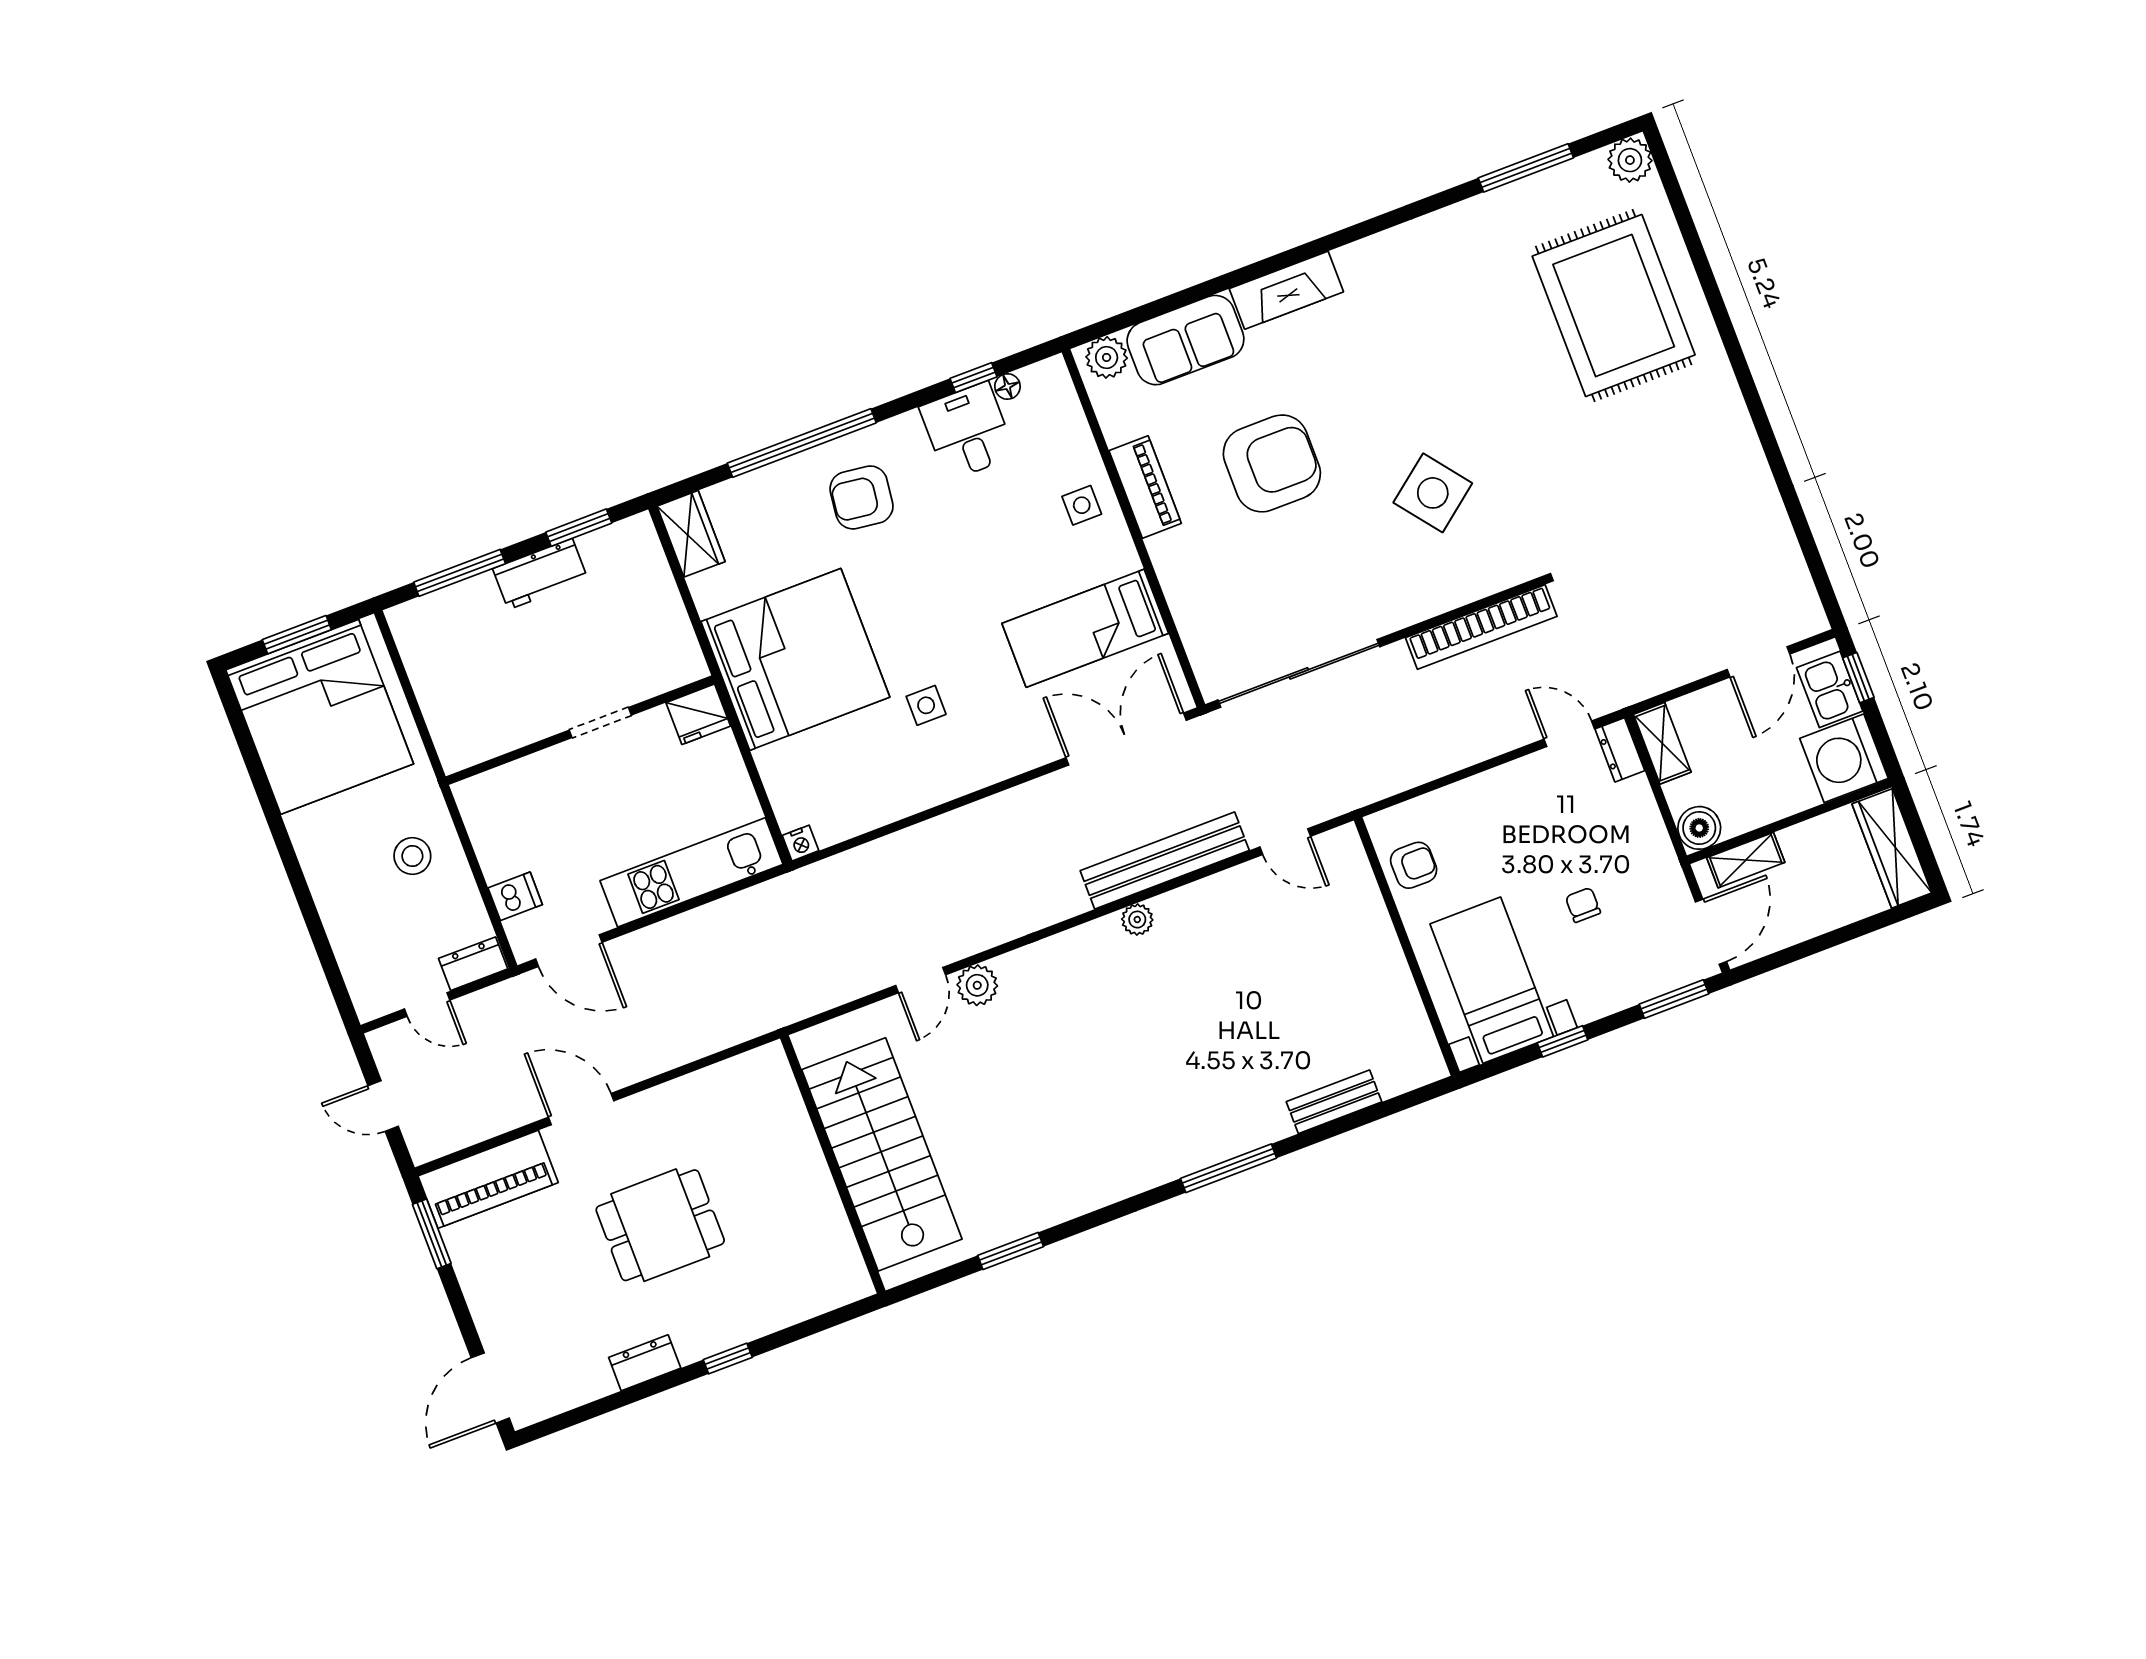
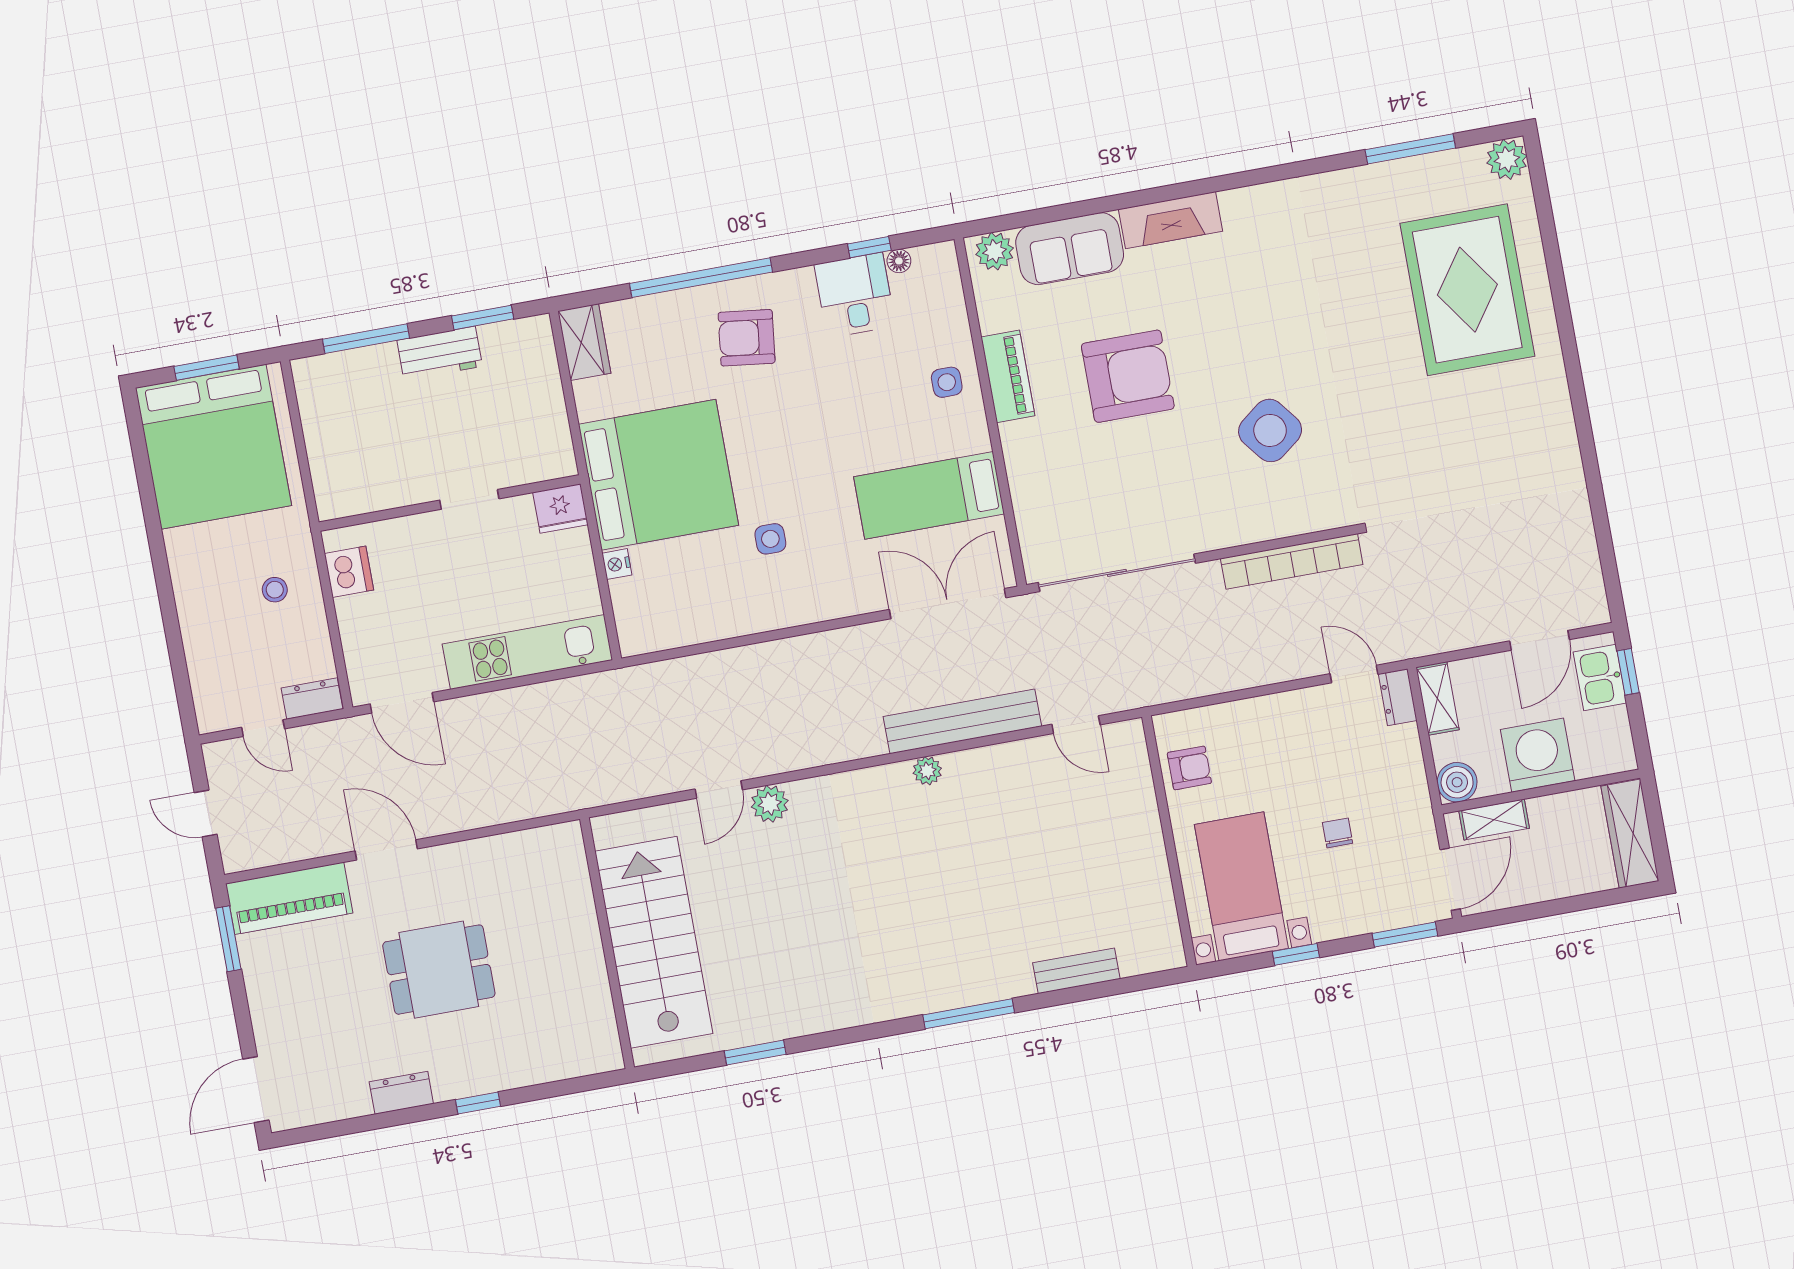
washing machine: (1844, 758) -> (1538, 755), moved, turned 90
nightstand: (800, 843) -> (617, 564), moved, turned 90
stool: (412, 856) -> (275, 590), width x0.73, depth x0.73
dishwasher: (515, 896) -> (349, 572), moved, width x1.38

